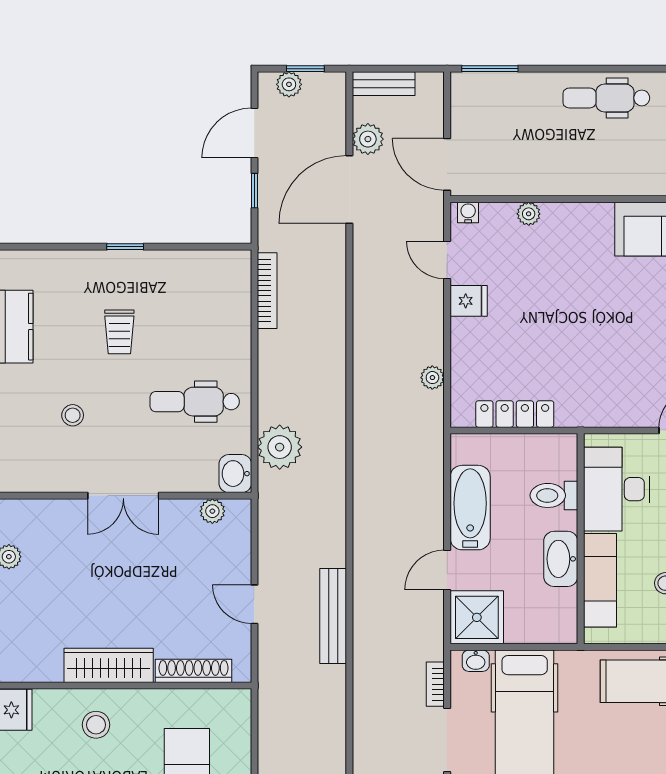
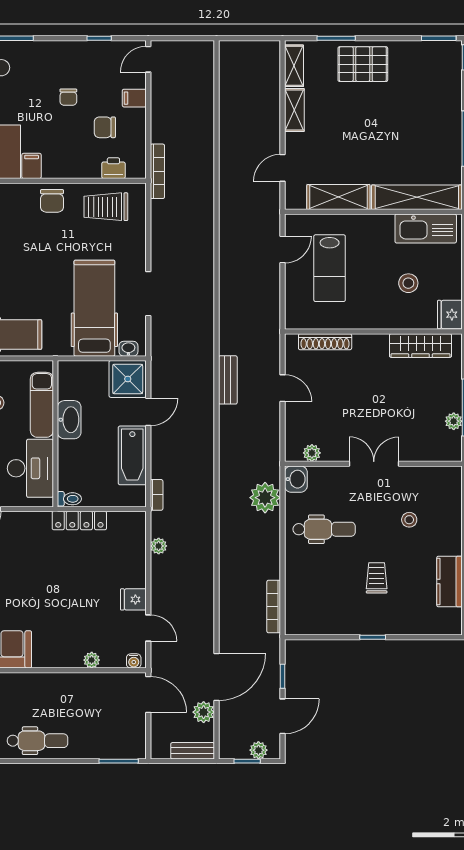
locker: (515, 414) -> (79, 521), moved
toilet: (554, 495) -> (69, 499), moved, width x0.73, depth x0.72
bench: (333, 616) -> (228, 380), width x0.73
wardrobe: (109, 665) -> (420, 346), moved
bookcase: (435, 684) -> (157, 495), moved
stool: (96, 725) -> (408, 283), moved

